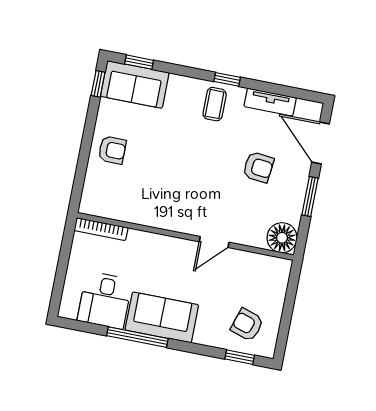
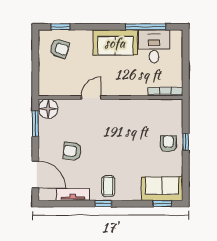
window: (98, 84) -> (186, 142), moved
armchair: (112, 150) -> (168, 144), turned 90
window: (310, 196) -> (35, 124), moved
window: (137, 337) -> (146, 27), moved

